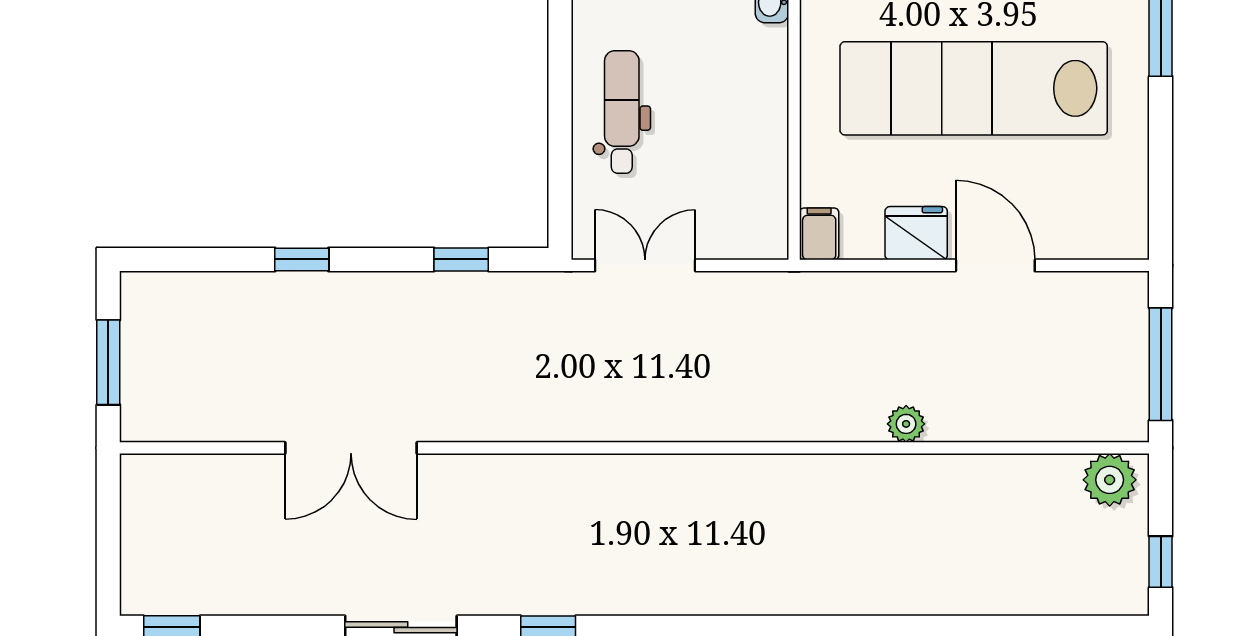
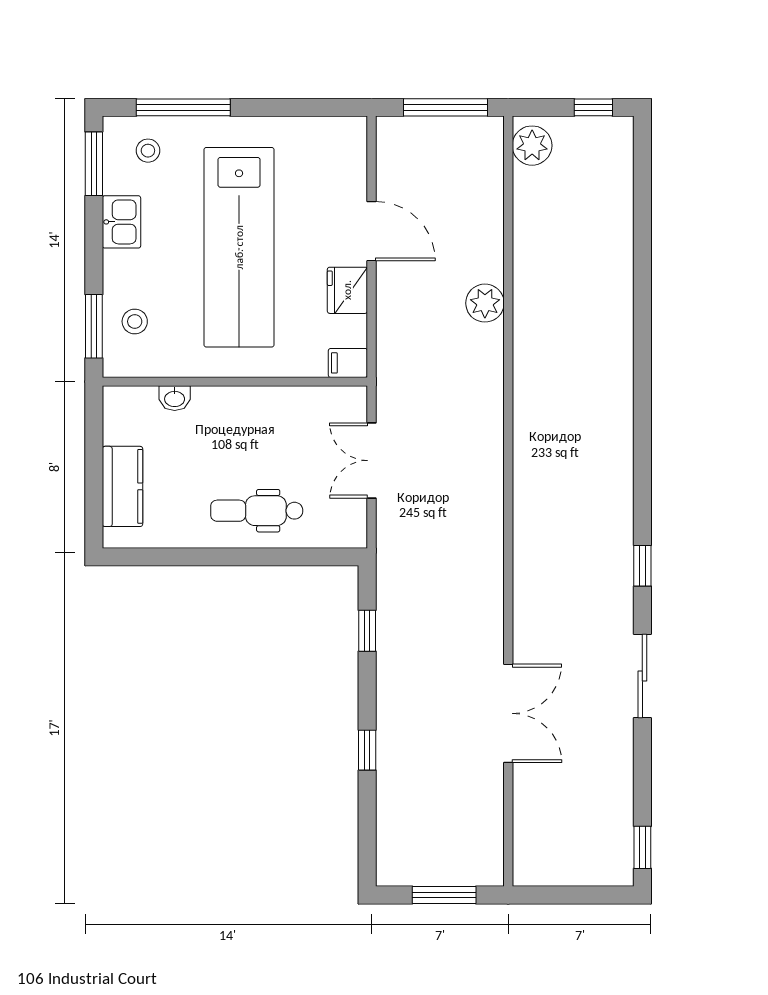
double door: (645, 265) -> (372, 461), moved
door: (995, 265) -> (372, 231), swing flipped
plant: (906, 424) -> (485, 303), width x1.38, depth x1.38

